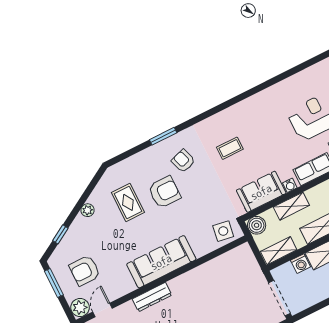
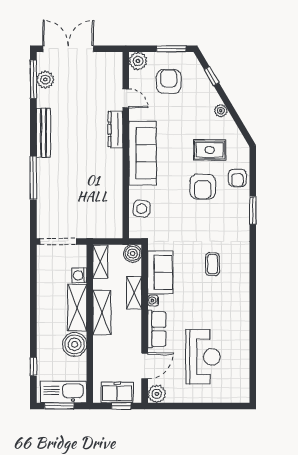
armchair: (183, 161) -> (237, 178), moved, turned 108
side table: (223, 231) -> (142, 209), moved
door: (102, 310) -> (126, 98), moved

